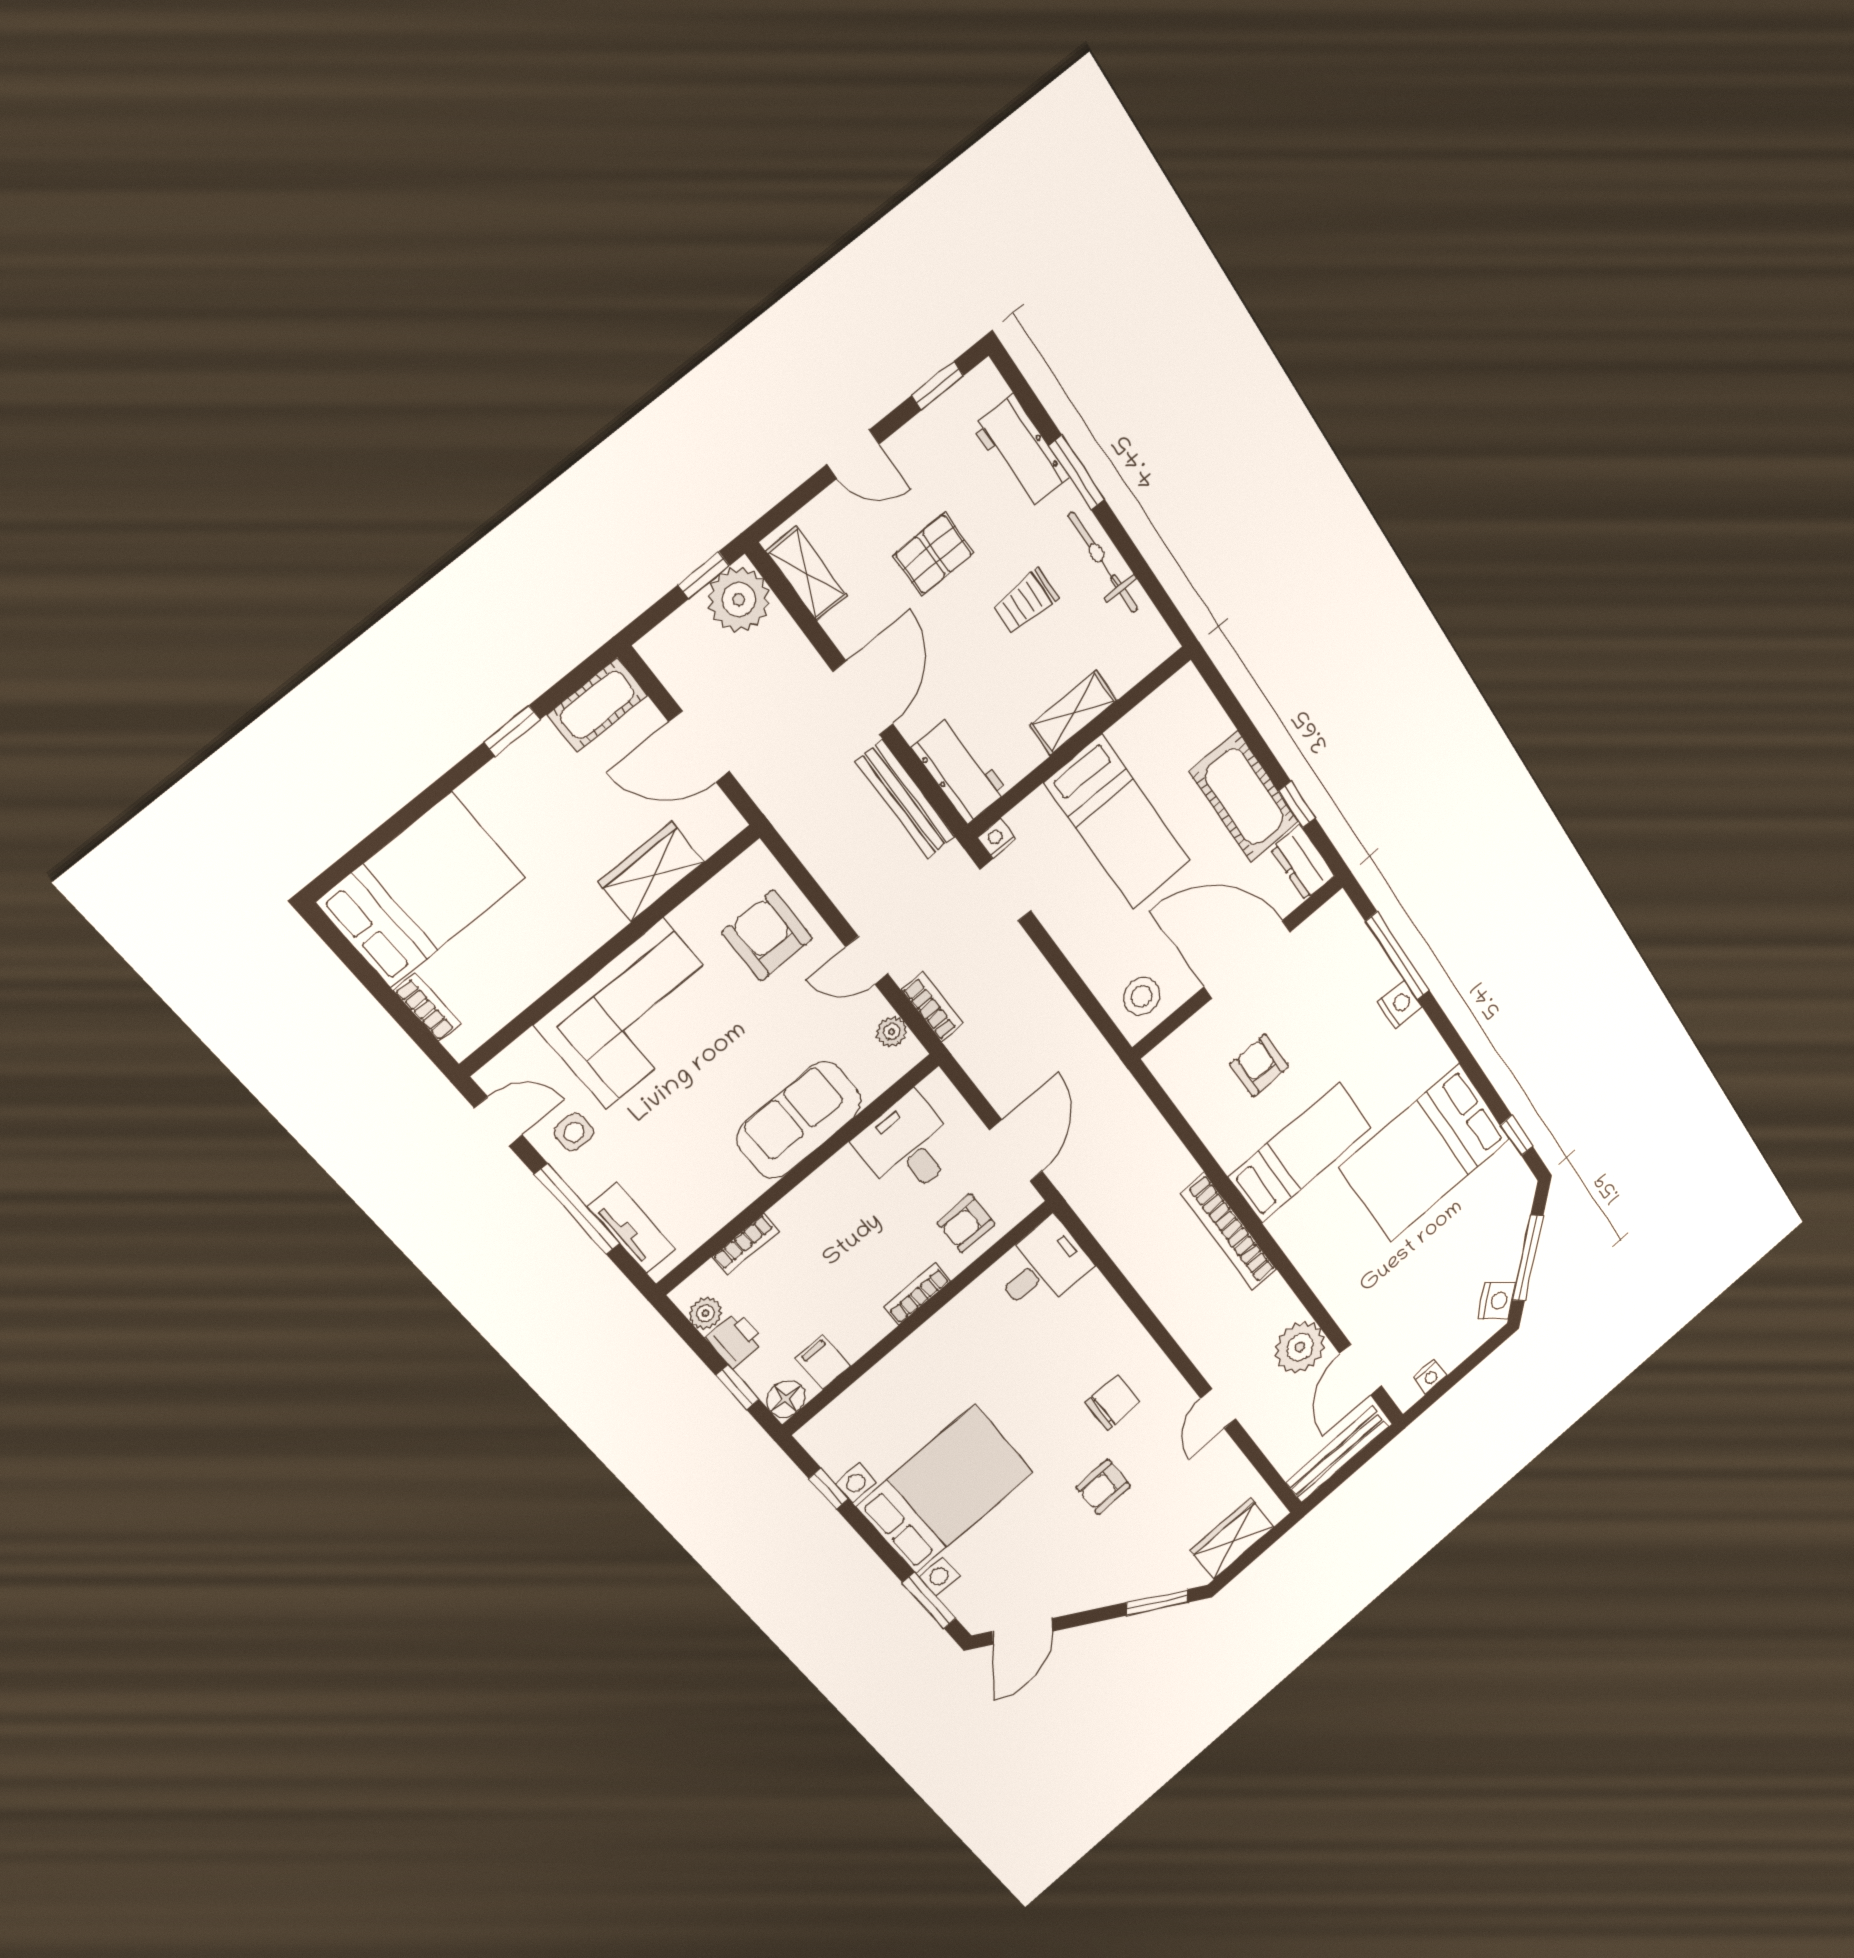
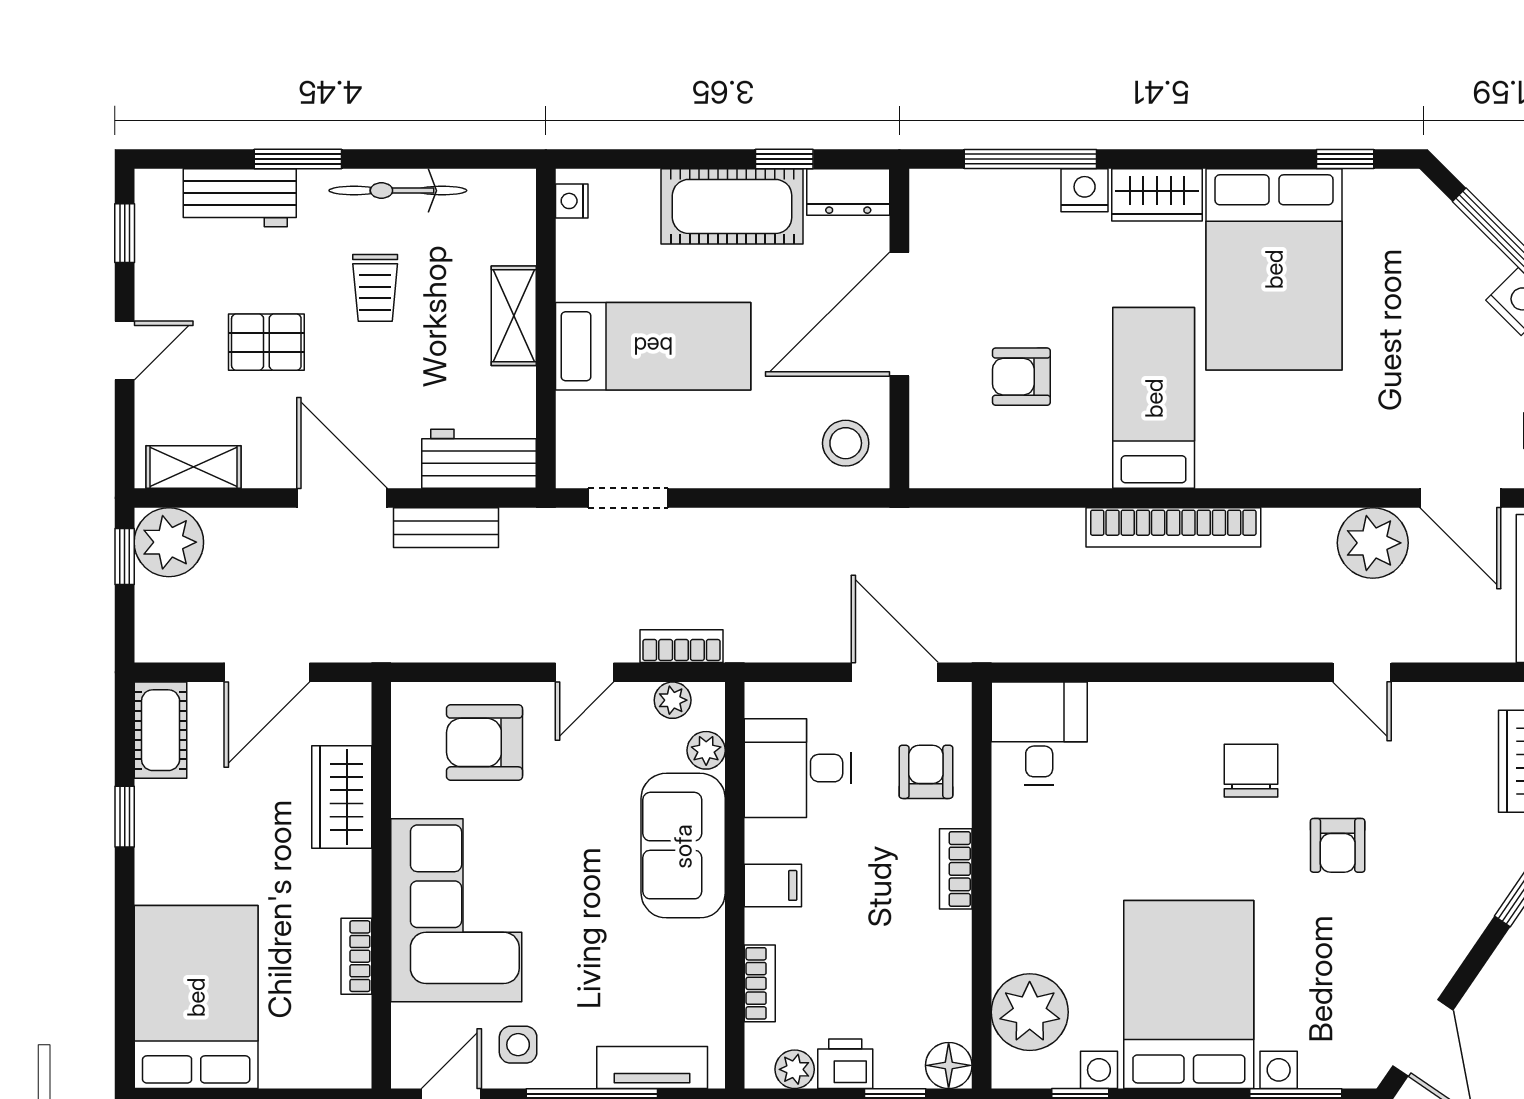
pallet: (933, 554) -> (266, 342), turned 90
bench: (905, 799) -> (446, 528), width x0.73
nightstand: (996, 839) -> (572, 201), moved
bookcase: (427, 1007) -> (356, 956), moved, turned -90
wardrobe: (1425, 1049) -> (1157, 195), added
plant: (875, 1081) -> (706, 750), added
armchair: (966, 1223) -> (926, 772), turned 180
filing cabinet: (823, 1362) -> (773, 885), moved, turned 180
plant: (860, 1414) -> (1030, 1012), added

